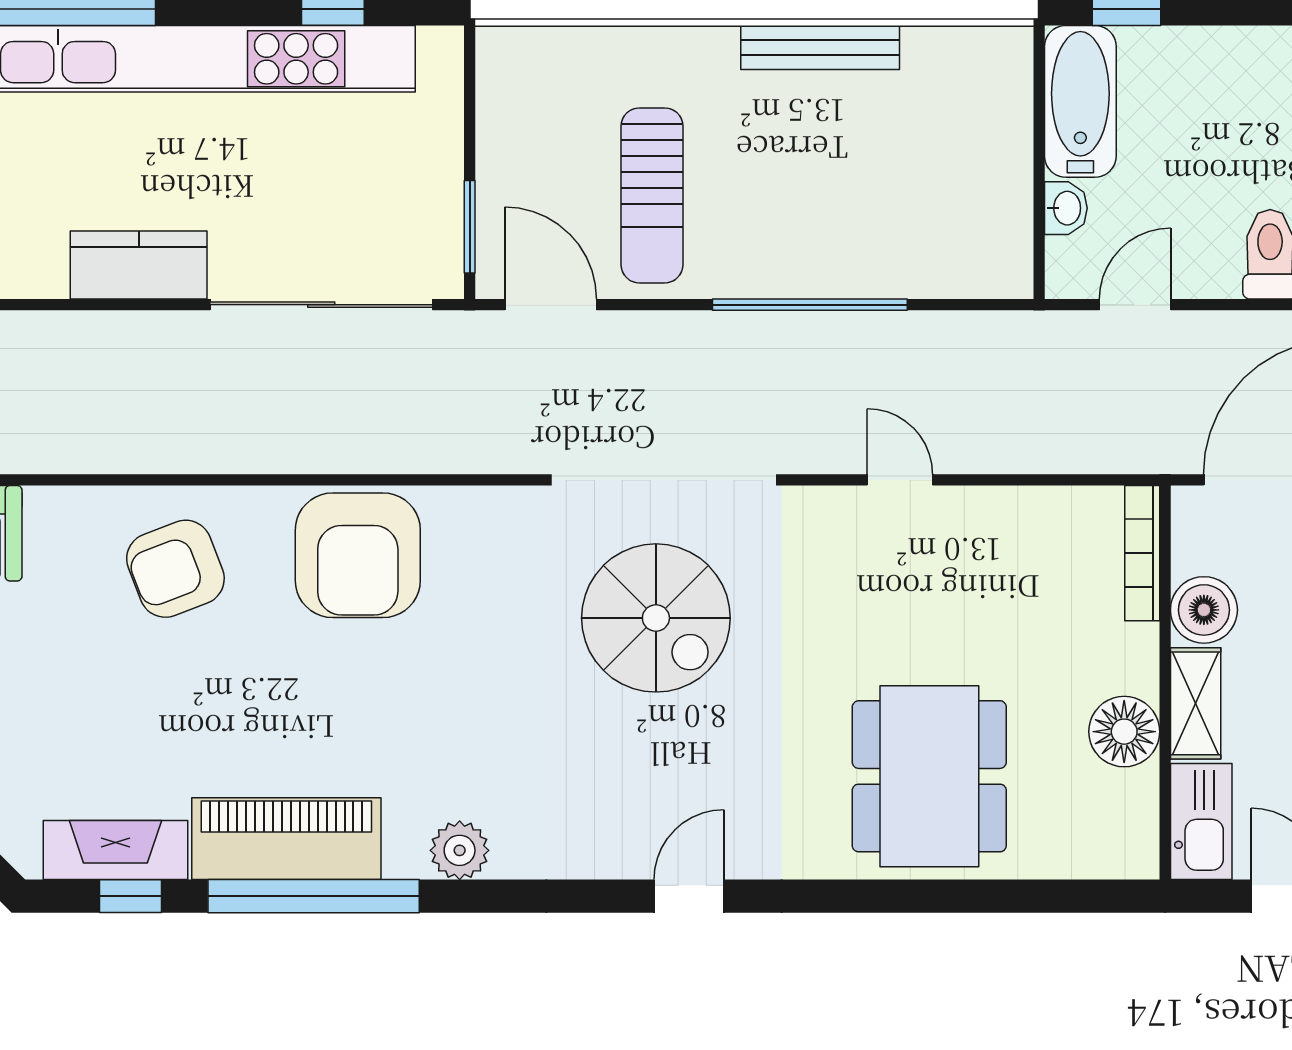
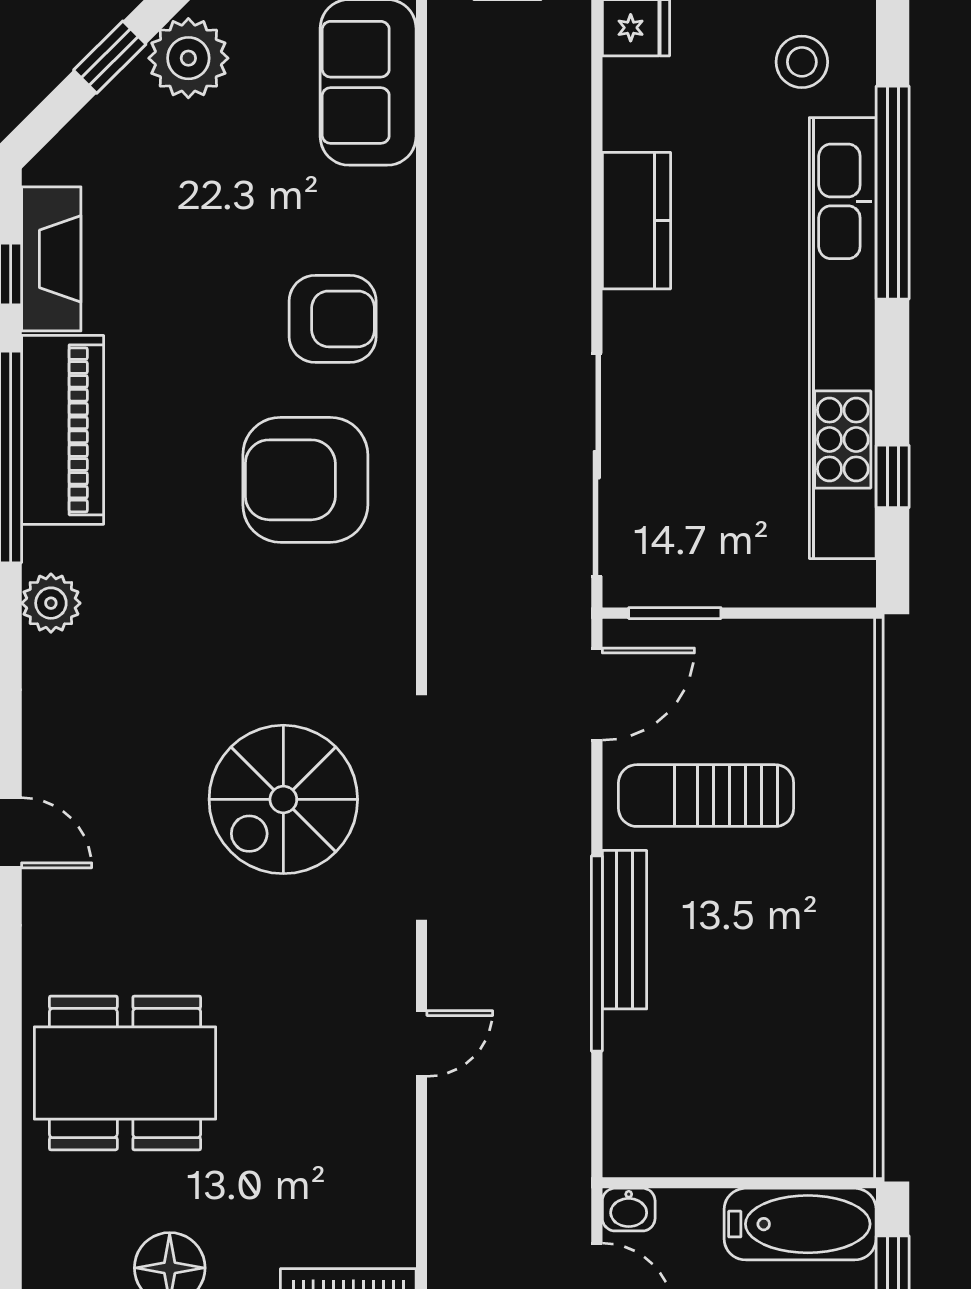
bench: (820, 48) -> (624, 930), moved
washbasin: (1066, 208) -> (629, 1210), moved
kitchen counter: (139, 265) -> (636, 221), moved
armchair: (358, 555) -> (305, 480), moved
armchair: (175, 569) -> (333, 319), turned 111

